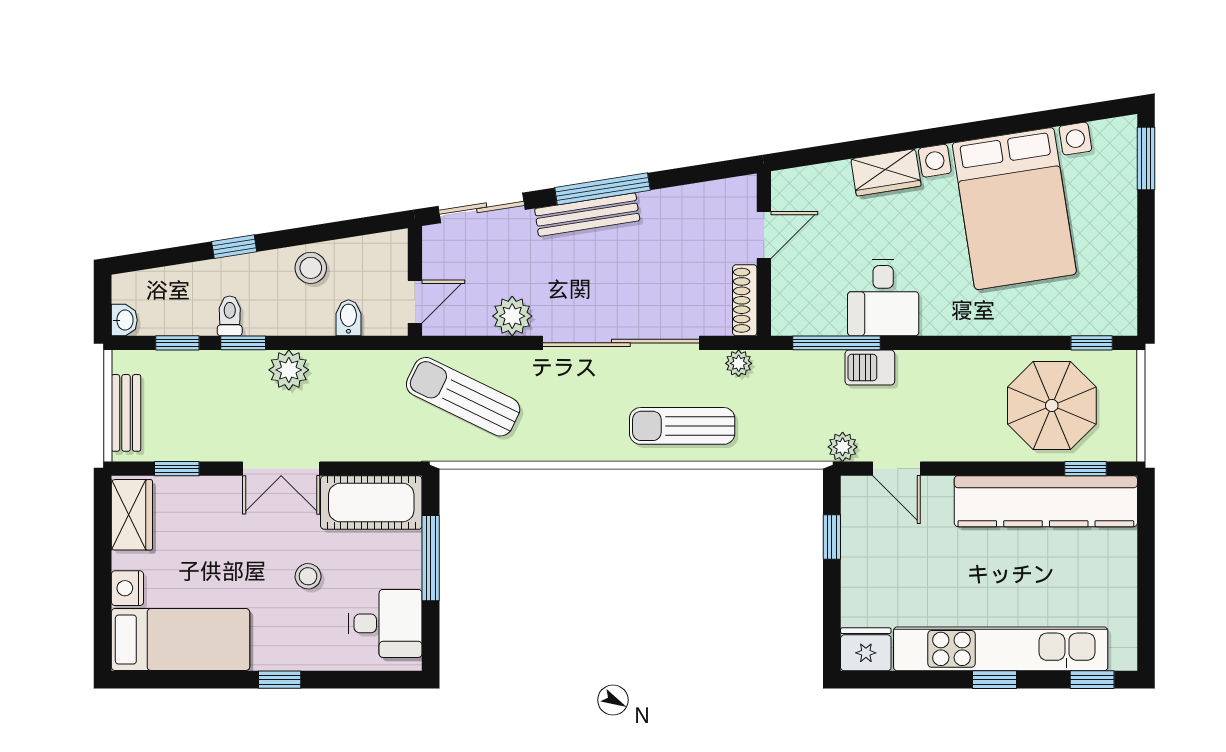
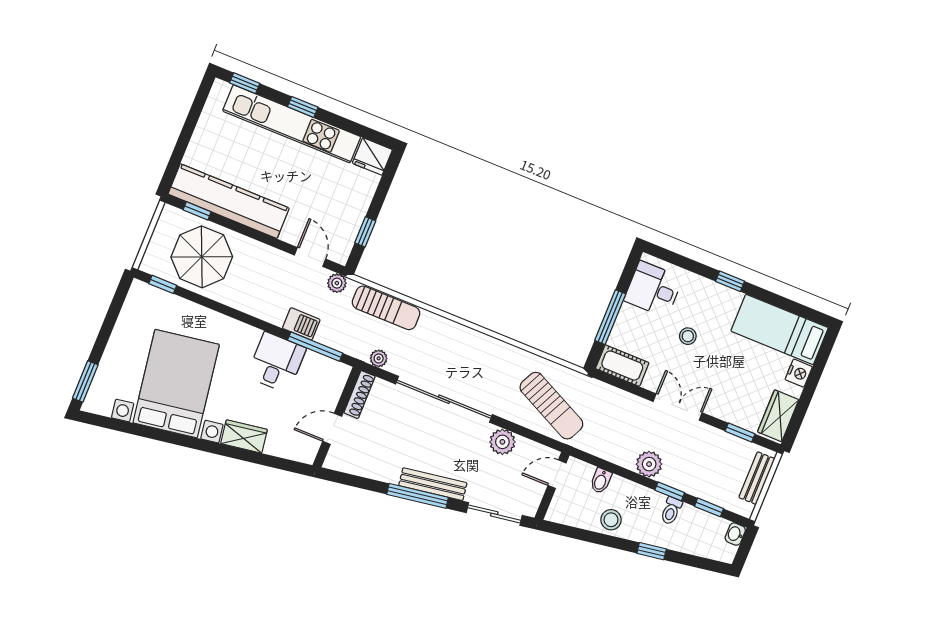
sun lounger: (682, 426) -> (386, 308), moved
cot: (371, 503) -> (622, 366), width x0.73, depth x0.75

